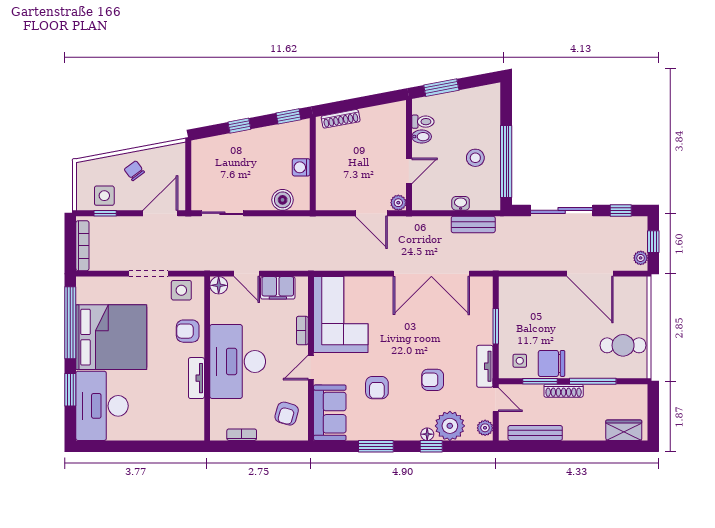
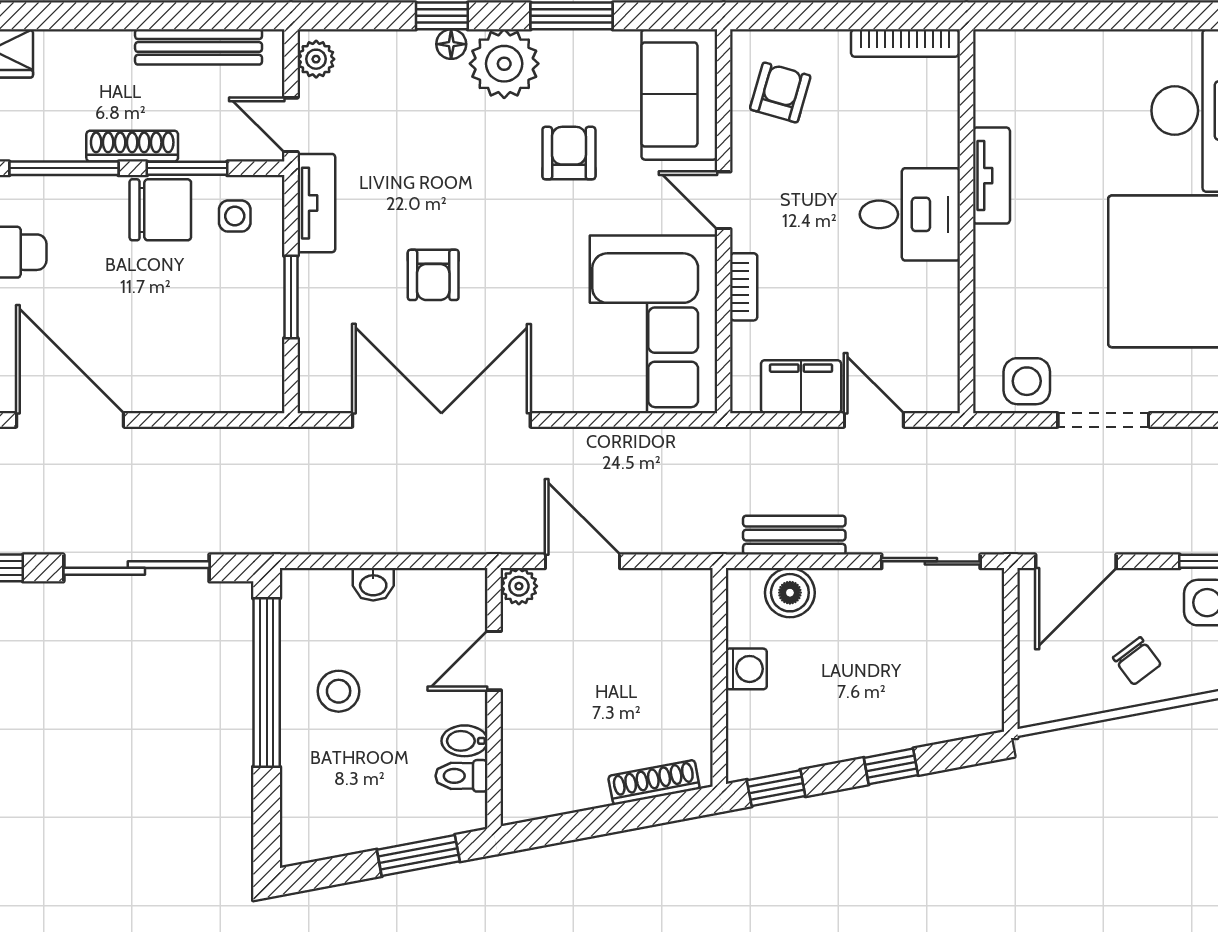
bench: (473, 224) -> (794, 535), moved
floor lamp: (219, 285) -> (939, 393), removed
armchair: (188, 331) -> (1012, 286), removed
desk: (238, 361) -> (910, 214), width x0.53, depth x0.77
door: (311, 368) -> (724, 200), swing flipped
armchair: (433, 380) -> (433, 275), moved, turned 90
plant: (450, 426) -> (504, 64), moved
bookcase: (242, 435) -> (905, 43), width x1.56

